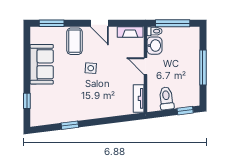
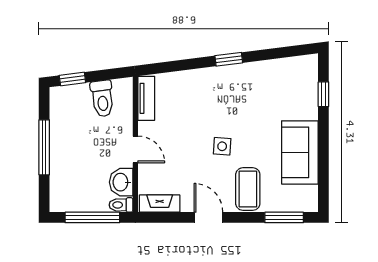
window: (70, 125) -> (229, 59), moved

